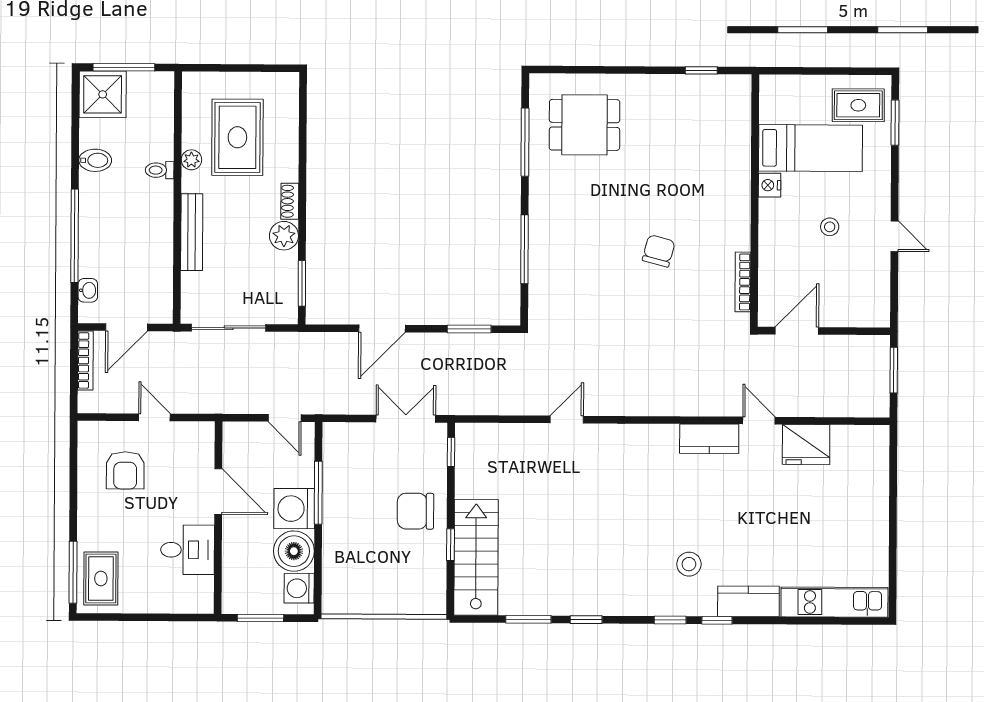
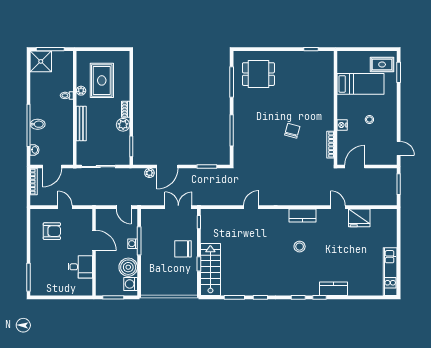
bidet: (95, 160) -> (38, 124), moved
nightstand: (770, 185) -> (342, 125), moved
door: (894, 236) -> (399, 148), moved
plant: (342, 343) -> (149, 173), added
kitchen counter: (709, 439) -> (302, 215), moved
armchair: (125, 470) -> (52, 231), turned -90
washing machine: (294, 509) -> (133, 244), width x0.53, depth x0.53
stool: (689, 564) -> (300, 247), moved
rug: (101, 578) -> (41, 280), removed
kitchen unit: (834, 602) -> (390, 272), moved, turned -90

